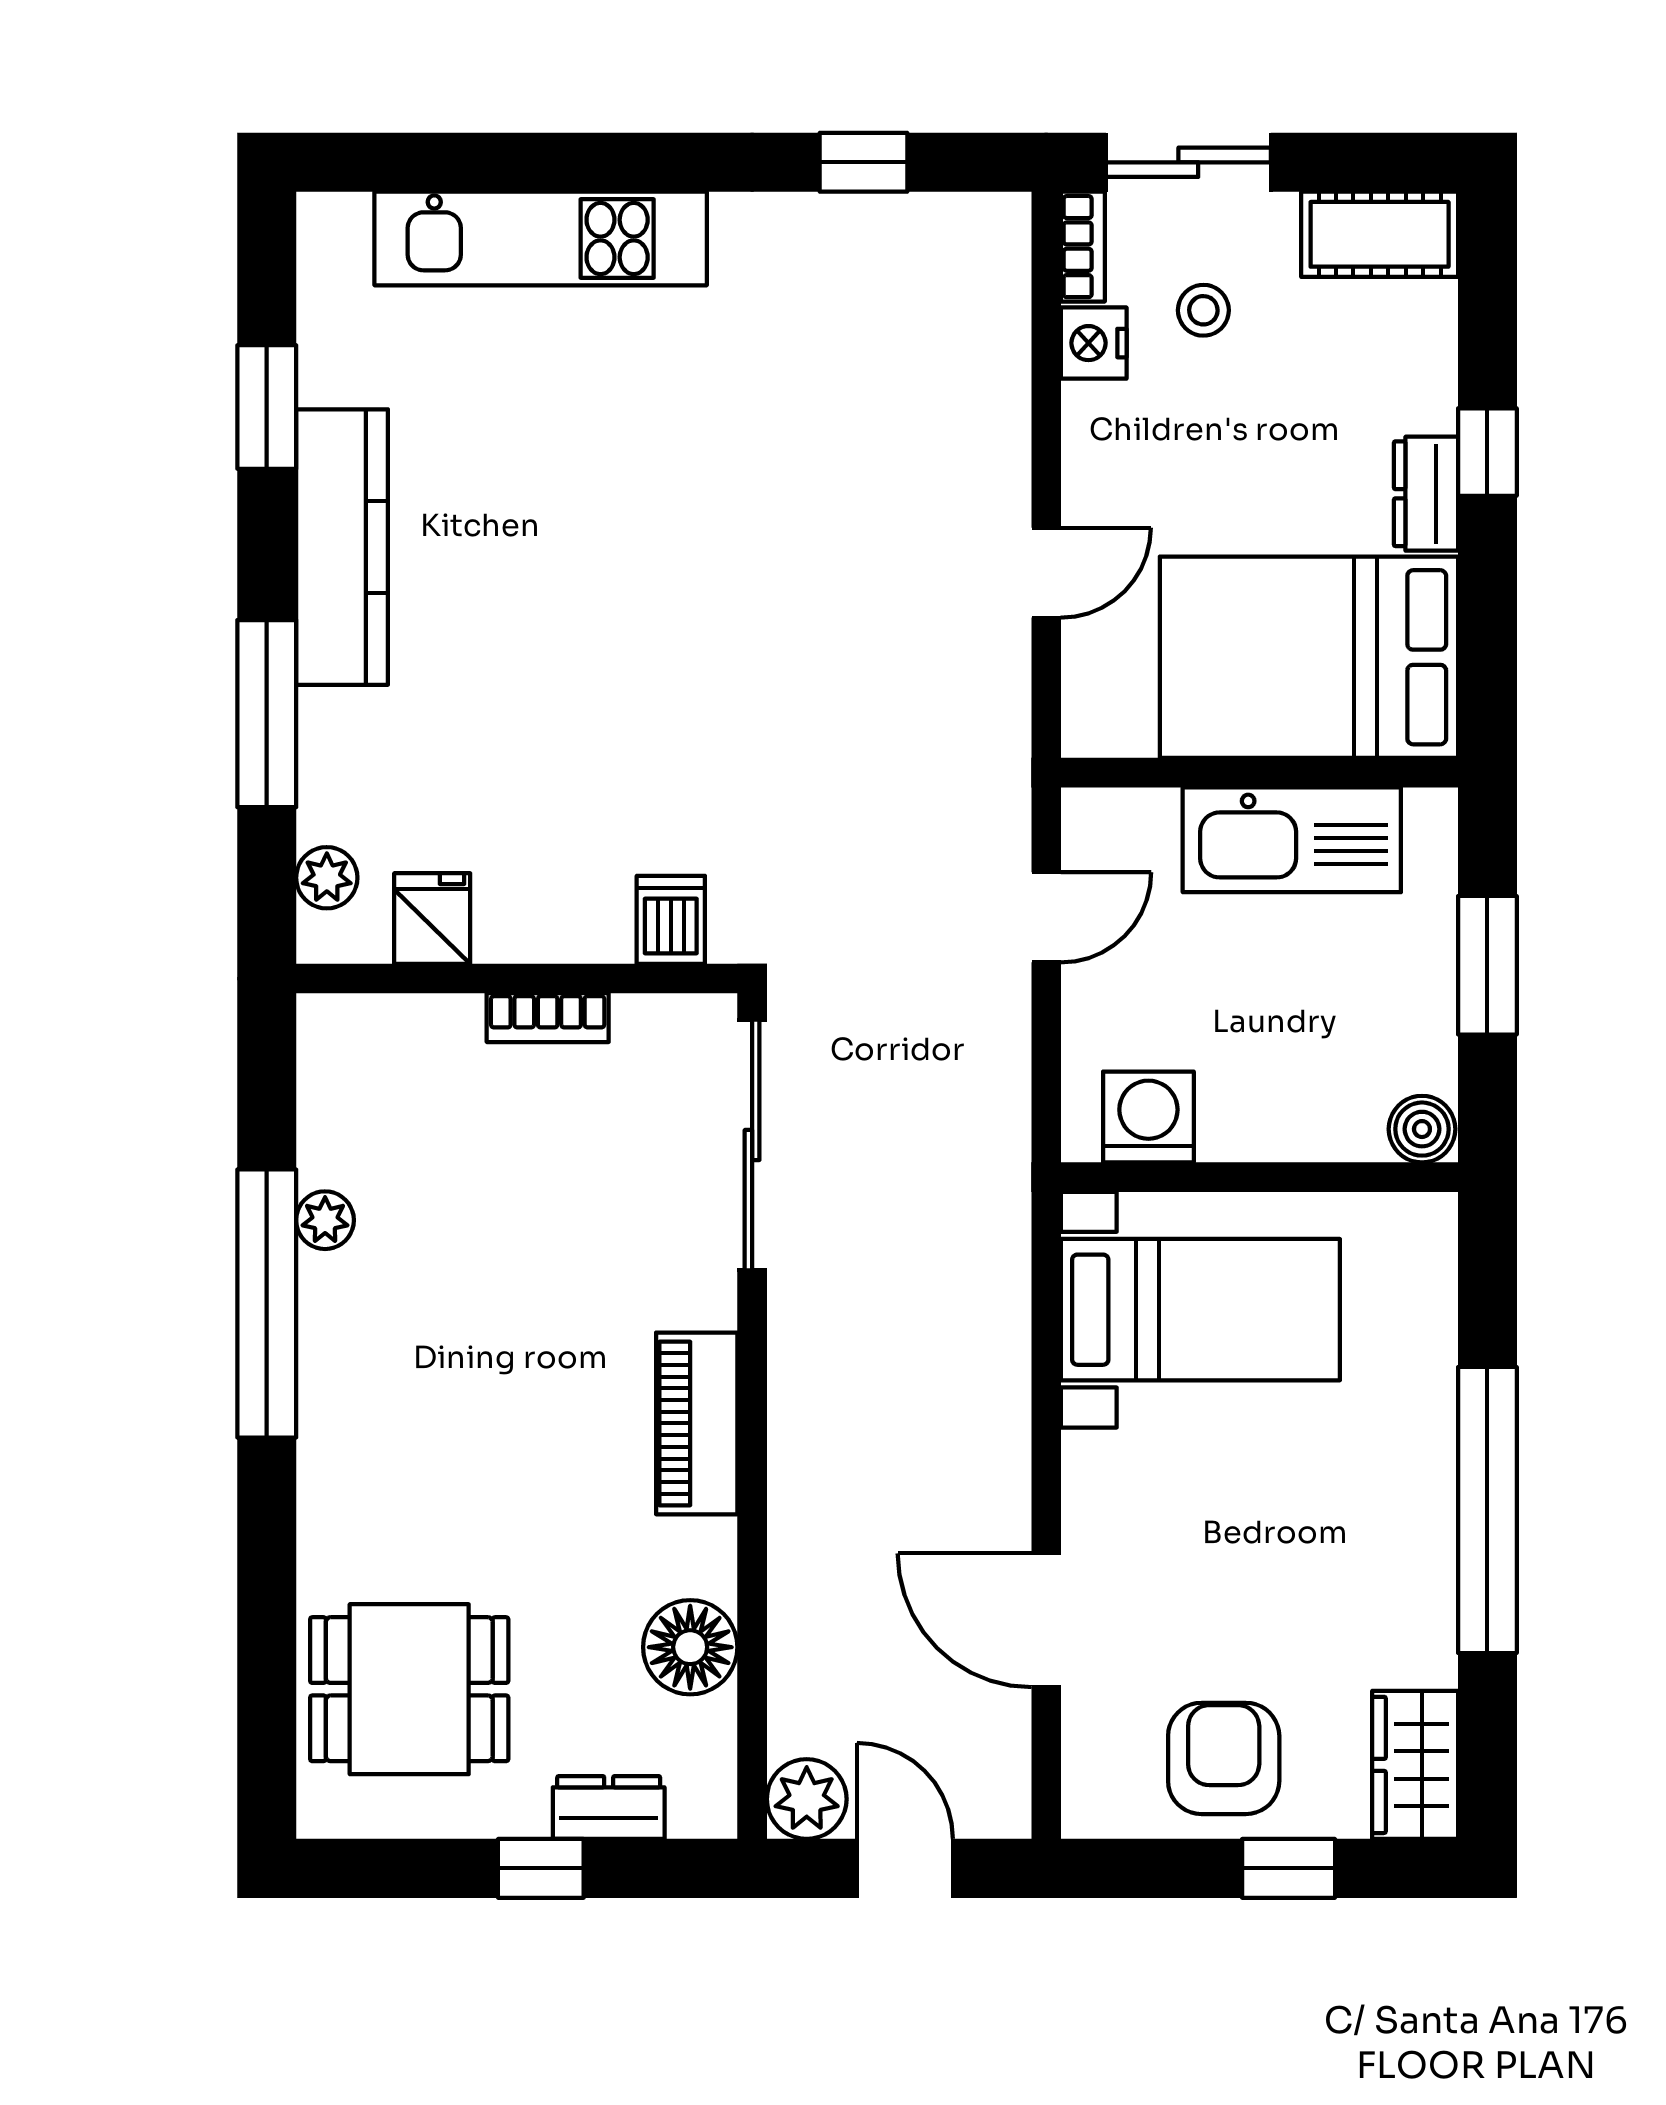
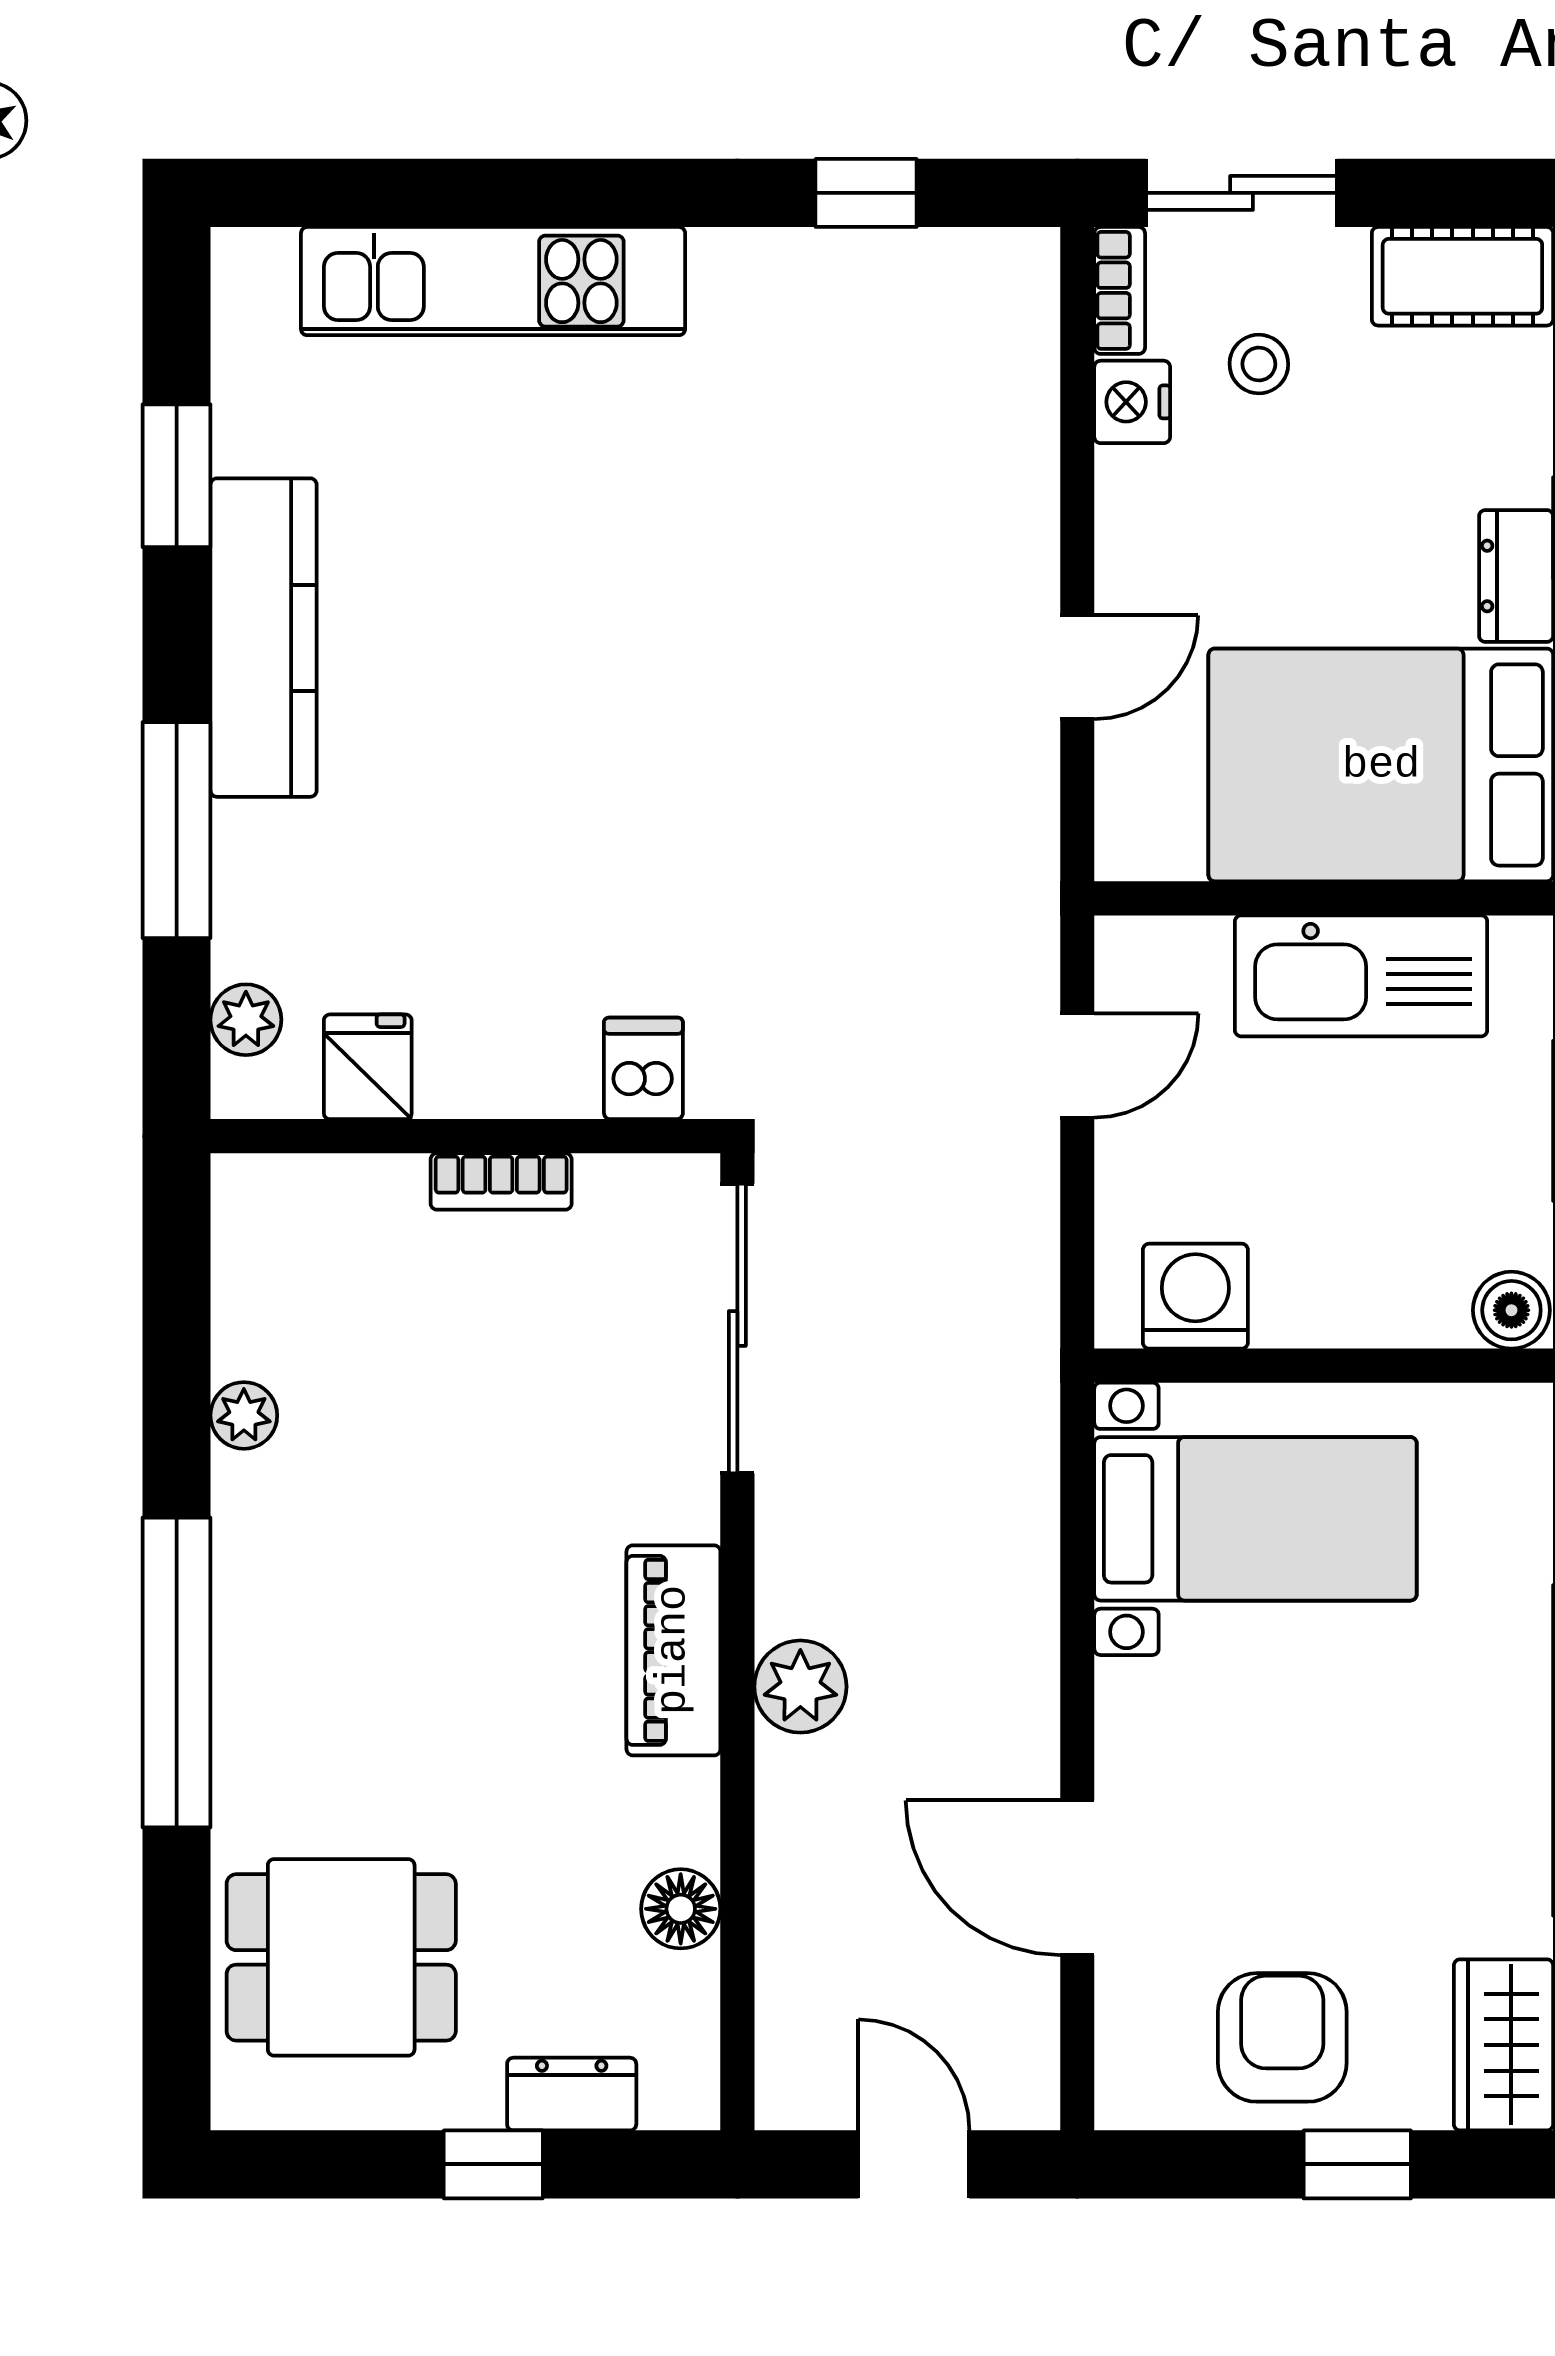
window: (267, 1304) -> (177, 1673), moved
floor lamp: (690, 1647) -> (681, 1909), width x0.73, depth x0.73
plant: (807, 1799) -> (800, 1687), moved

